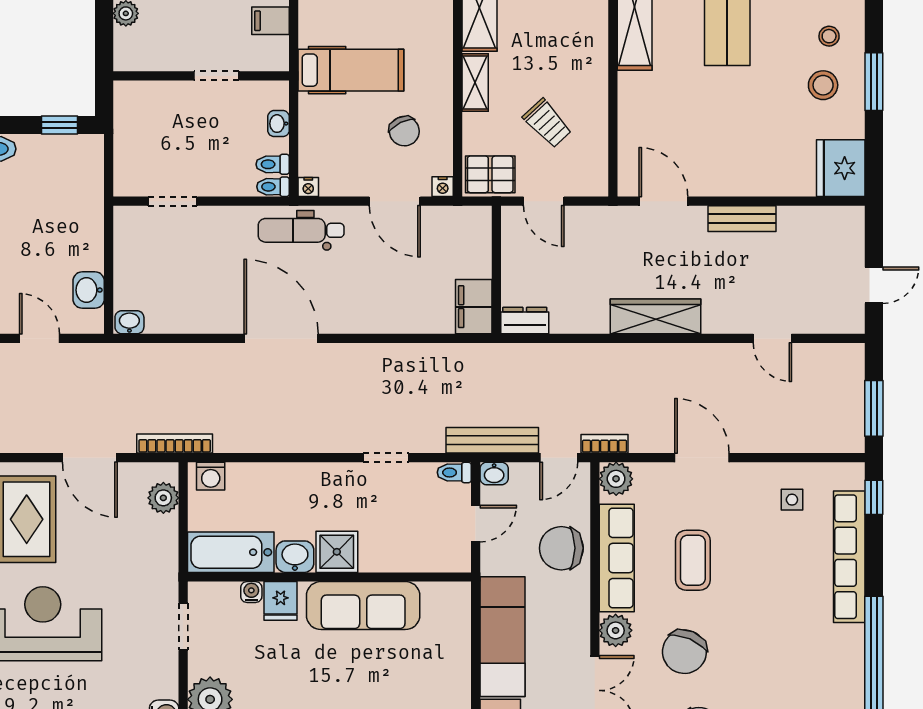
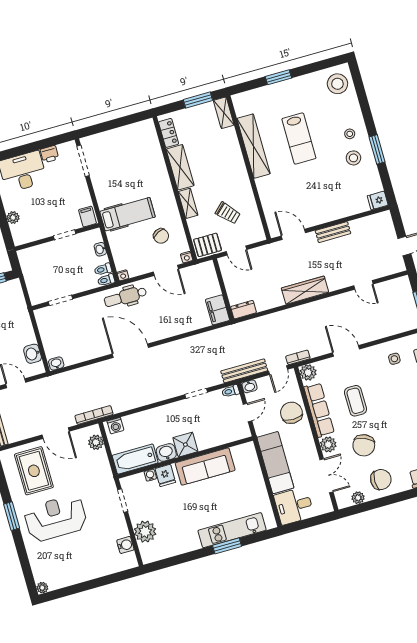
filing cabinet: (270, 21) -> (88, 217), moved, turned 90
fridge: (841, 168) -> (378, 200), width x0.53, depth x0.75
chair: (561, 548) -> (291, 413), turned 90

